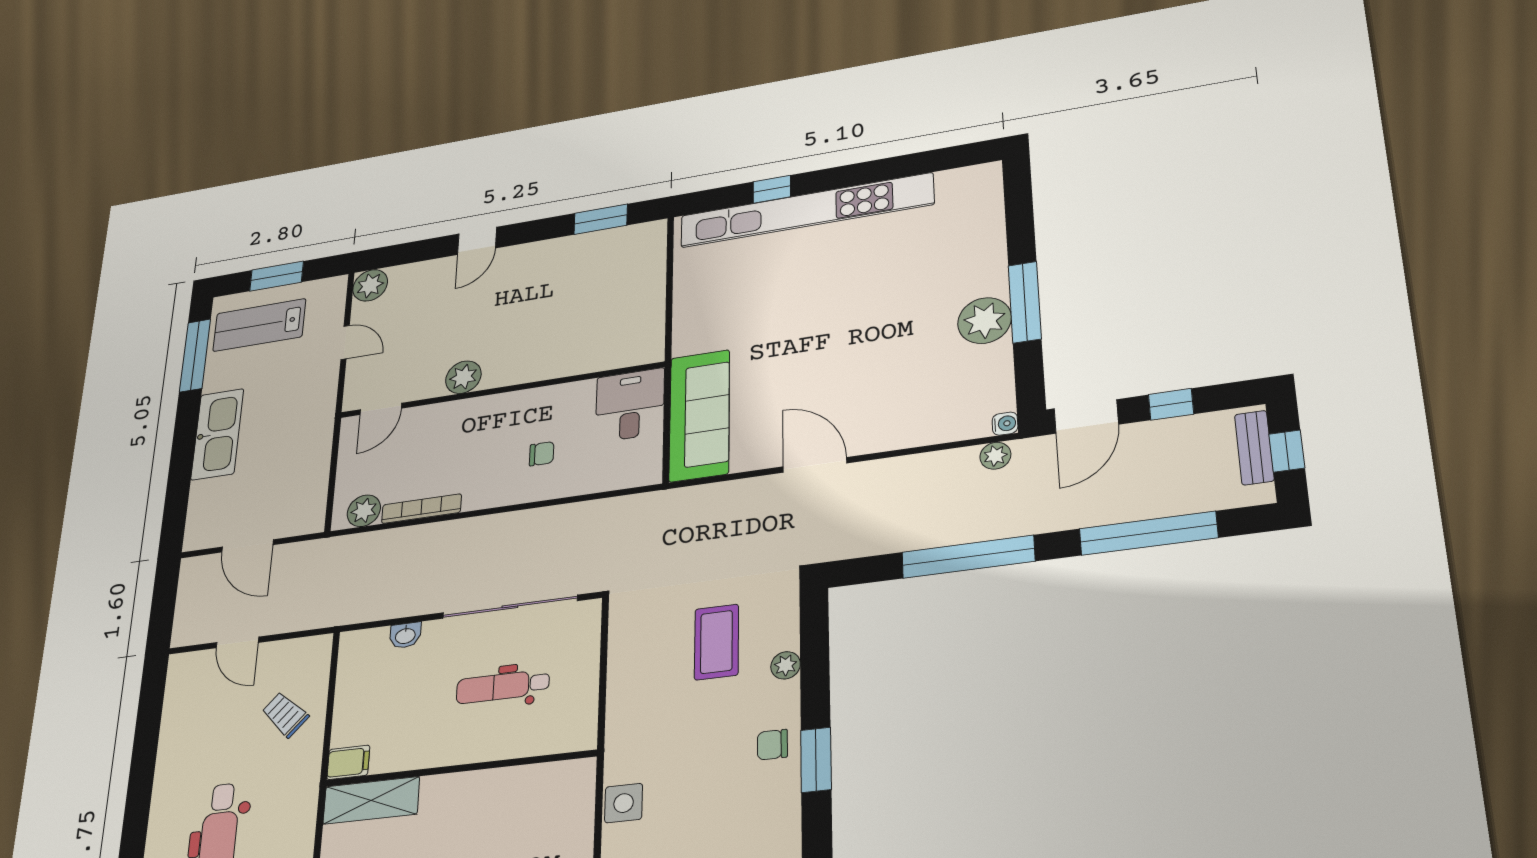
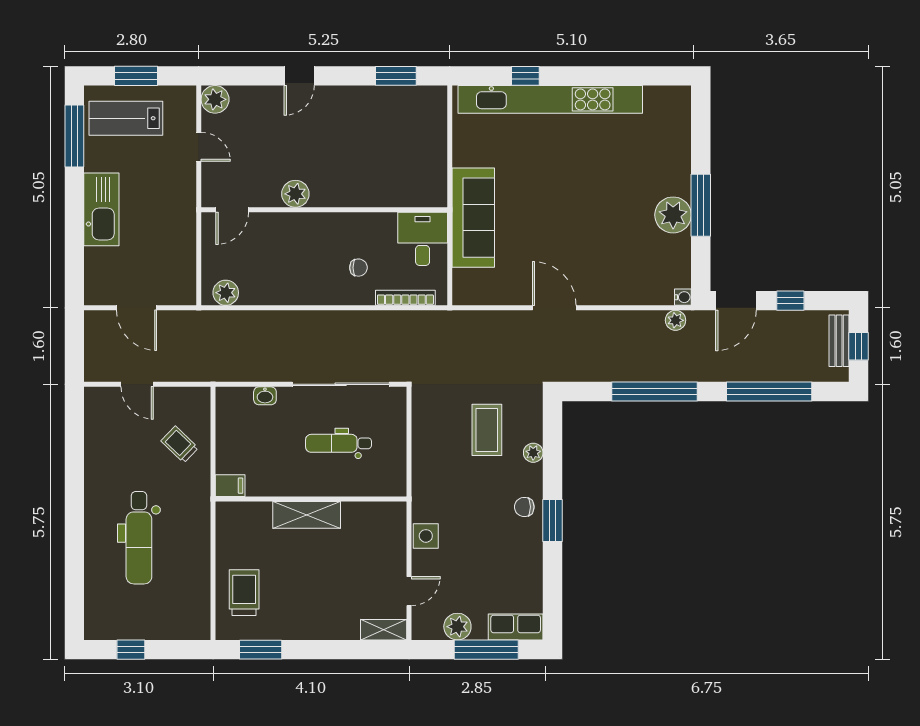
sofa: (699, 415) -> (473, 218), moved
bookcase: (421, 509) -> (405, 298), moved
shelving: (371, 800) -> (307, 515), moved

